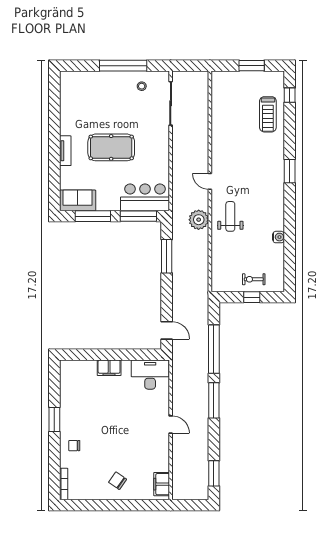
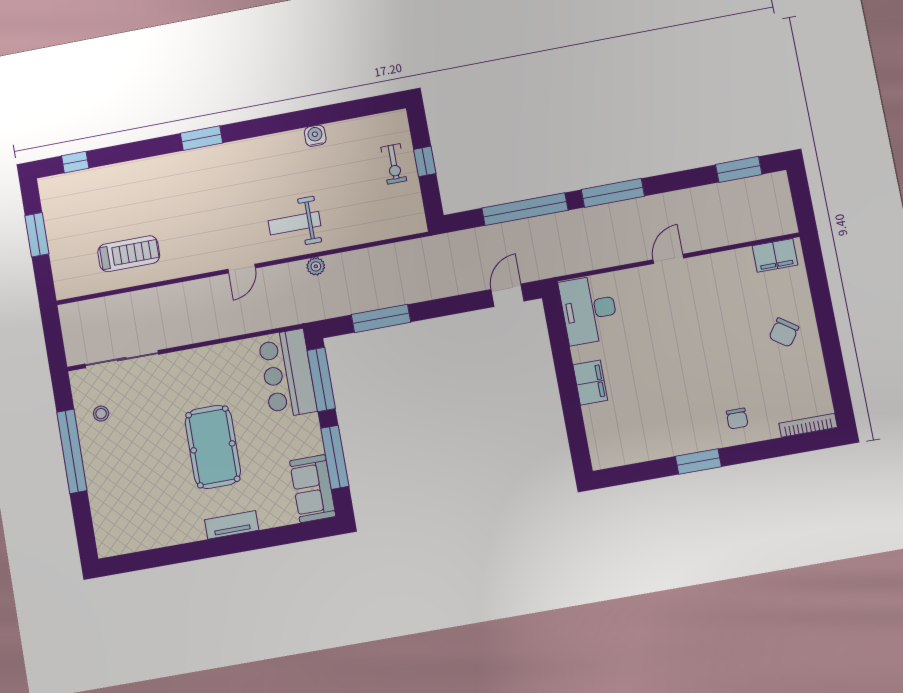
treadmill: (268, 114) -> (129, 254), moved
plant: (199, 220) -> (316, 266), width x0.53, depth x0.53

